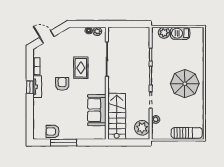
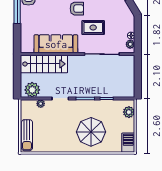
barbecue: (180, 33) -> (128, 143), moved
parasol: (185, 84) -> (91, 132), moved
sofa: (97, 110) -> (56, 44), width x1.36

